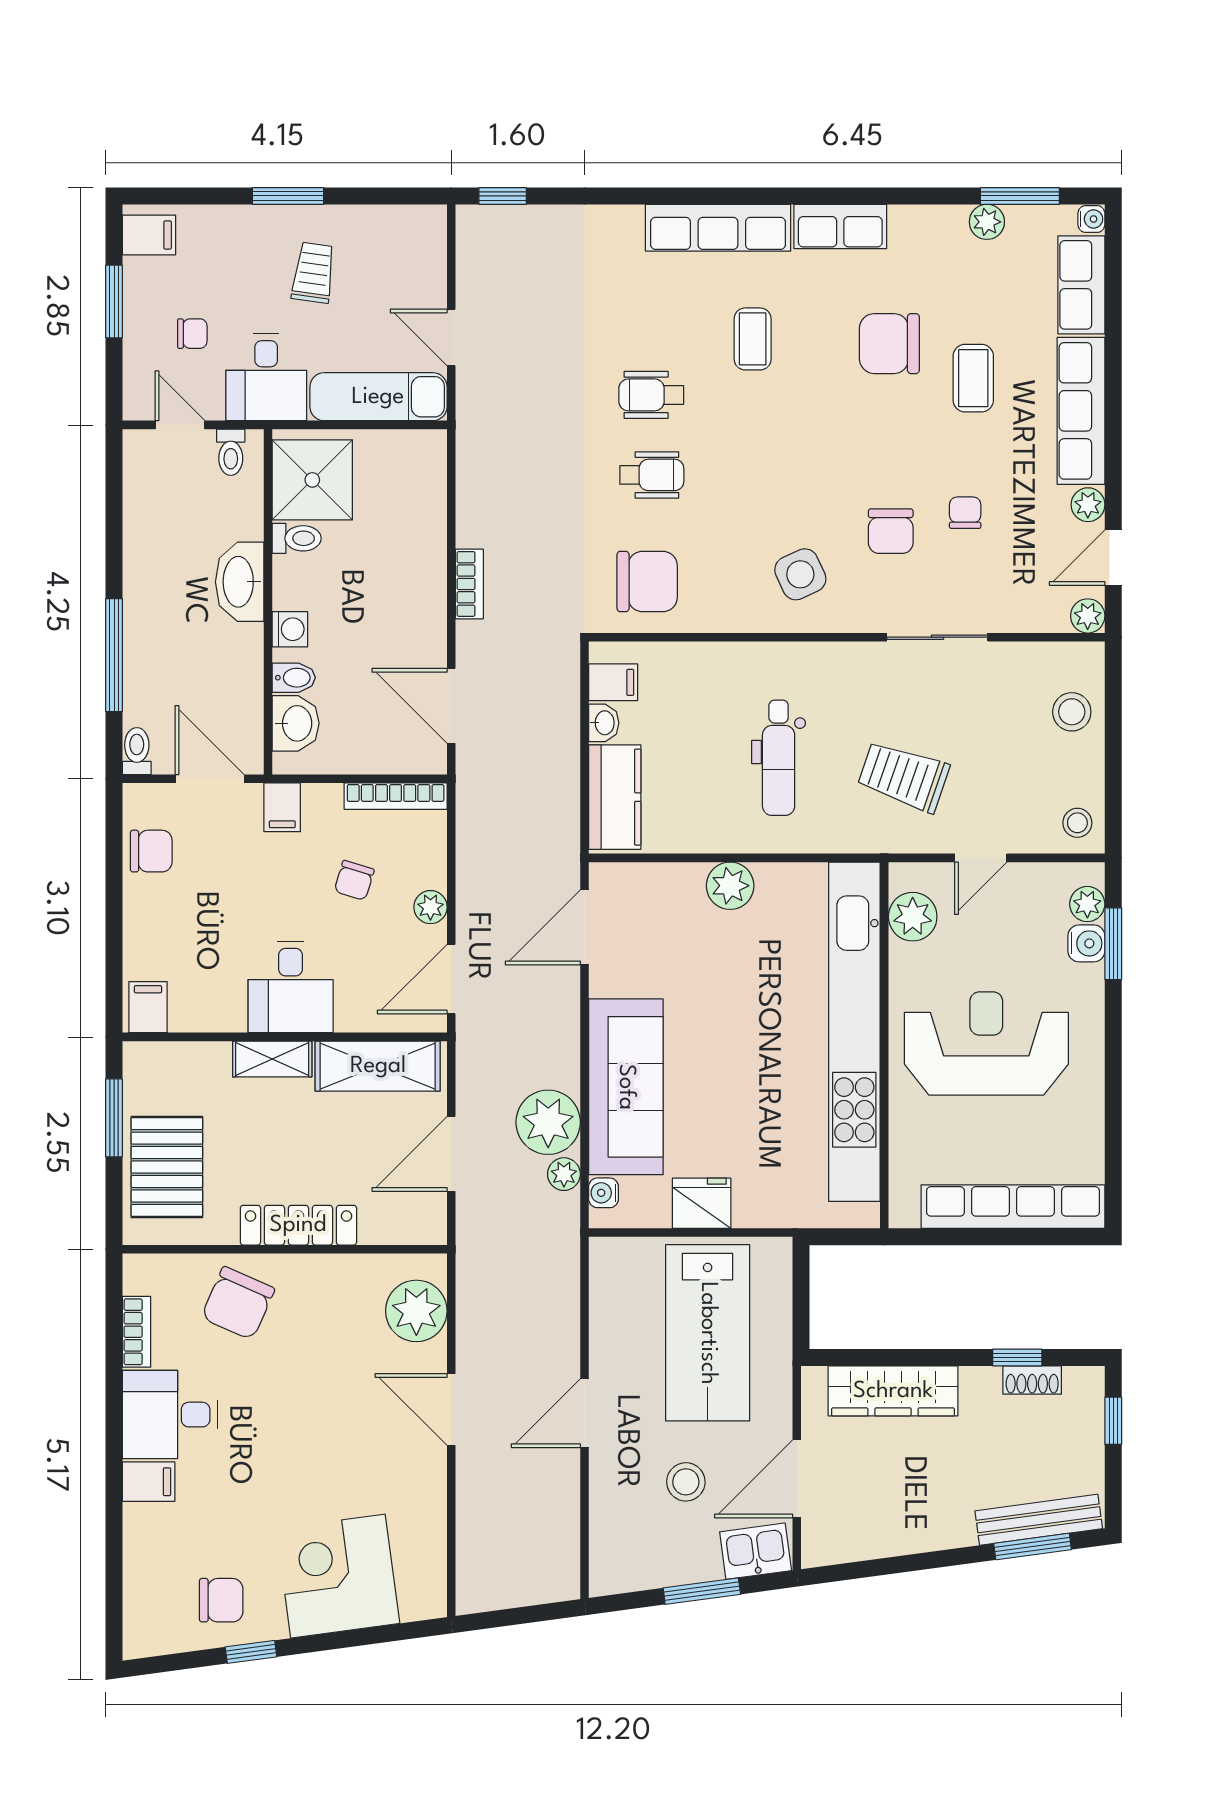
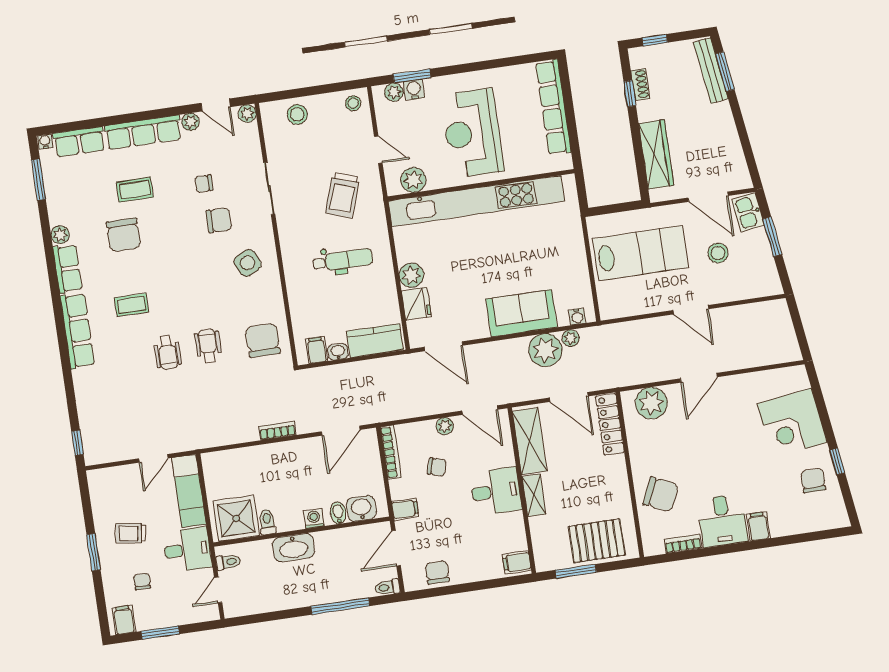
plant: (987, 222) -> (60, 235), moved
chair: (192, 334) -> (142, 581), moved
sofa: (626, 1087) -> (521, 313), width x0.73
fridge: (702, 1203) -> (416, 304), moved, turned 180
locker: (298, 1225) -> (610, 424), moved

